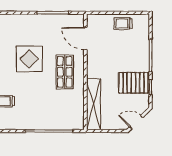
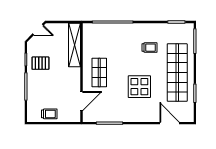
door: (85, 38) -> (82, 101), hinge flipped
display table: (29, 59) -> (139, 87), moved
pallet: (133, 83) -> (40, 63), width x0.67, depth x0.71

